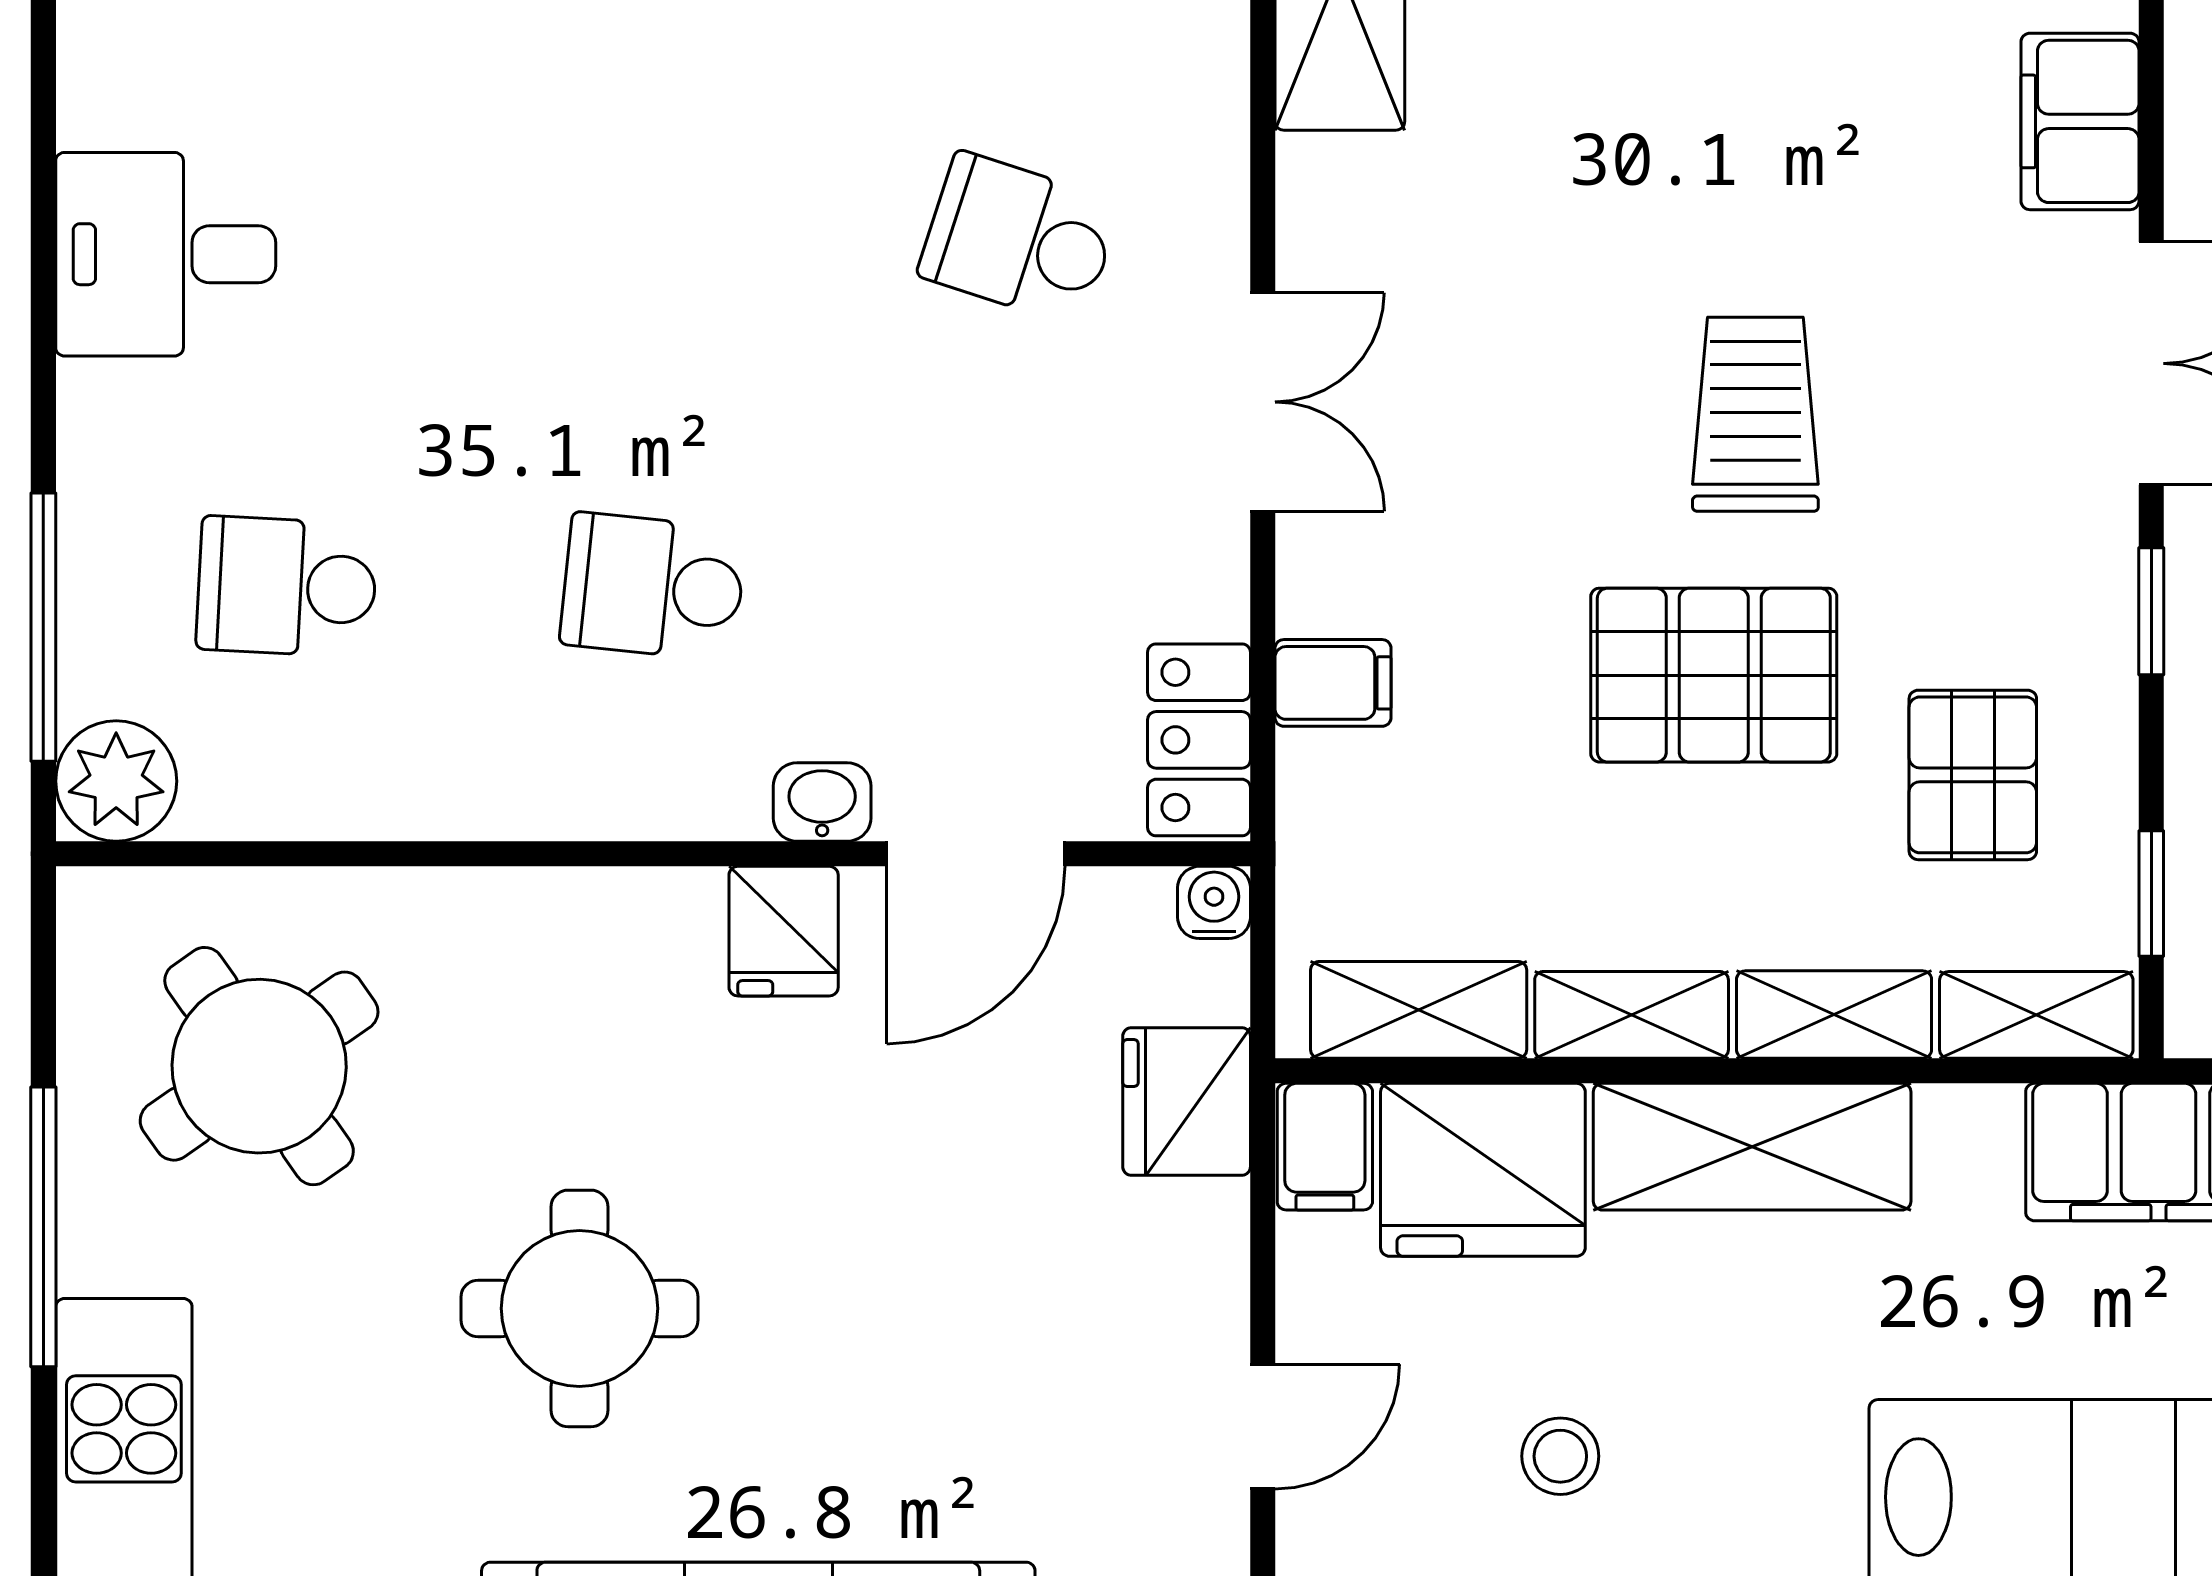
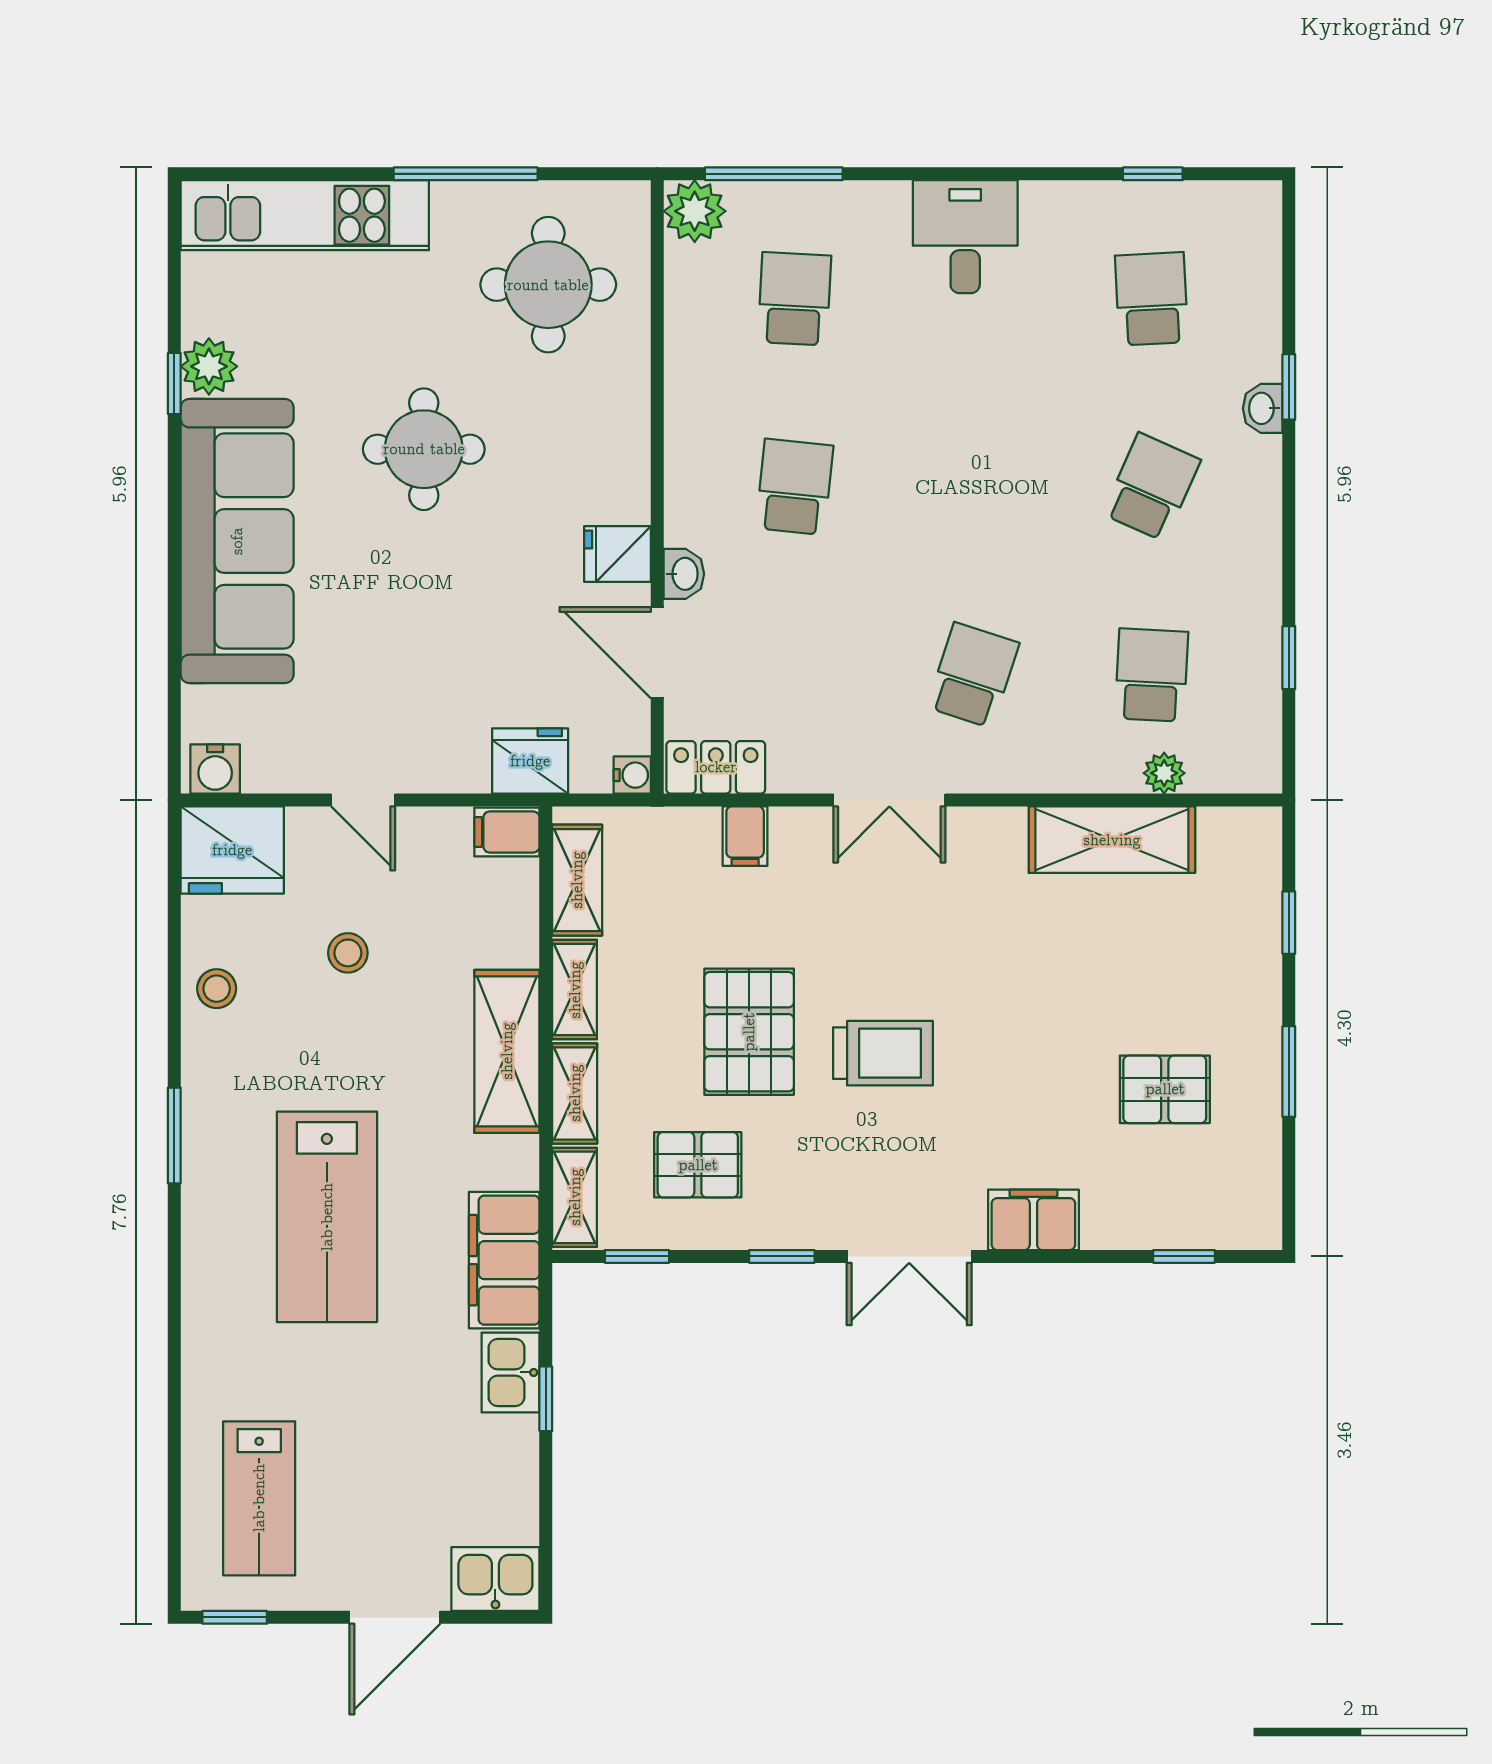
round table: (259, 1066) -> (548, 285), turned 35
fridge: (1483, 1170) -> (495, 913), removed

